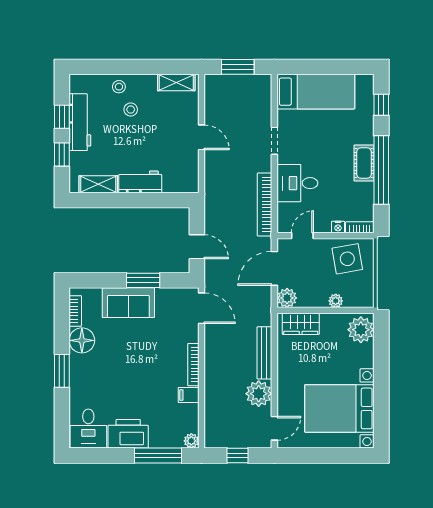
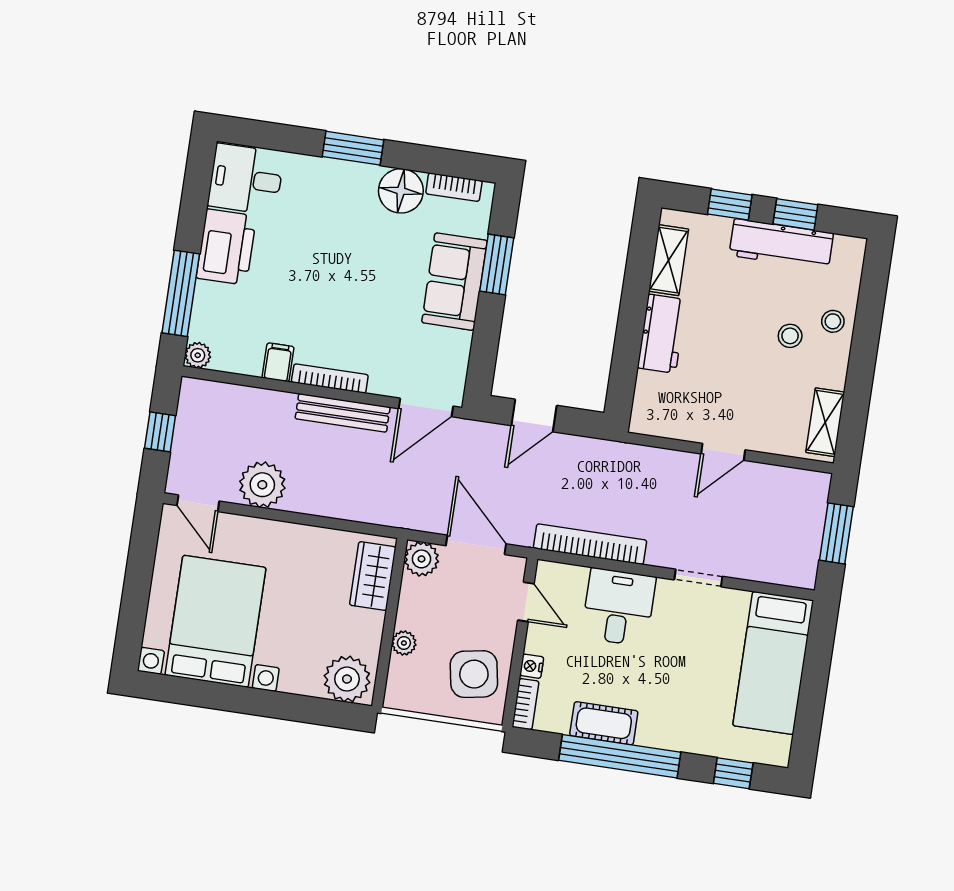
cot: (364, 163) -> (604, 723), moved
window: (143, 280) -> (497, 264), moved
bench: (264, 353) -> (343, 413), moved

